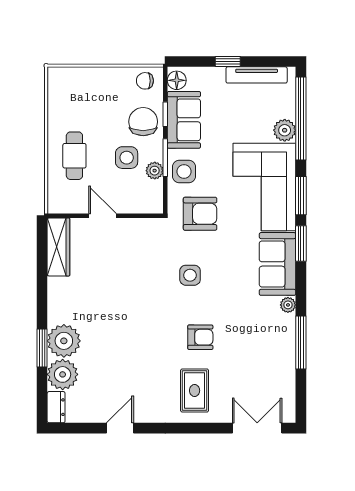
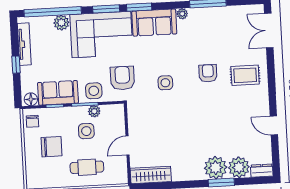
chair: (143, 122) -> (51, 147), moved, turned 180

